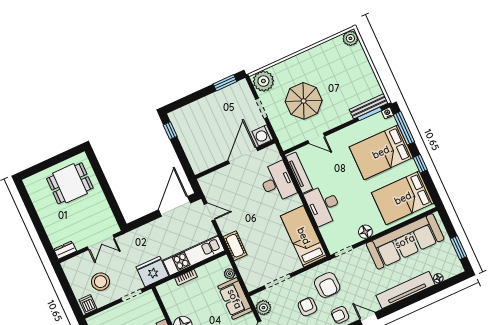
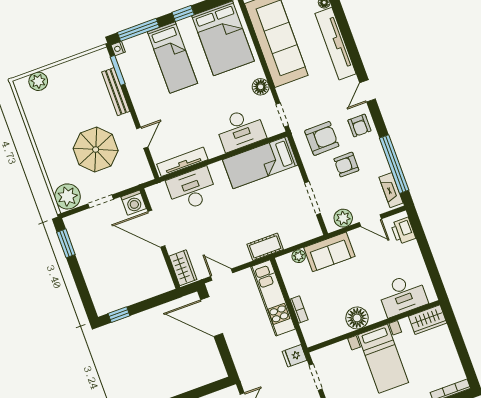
plant: (350, 38) -> (38, 81), moved
bench: (369, 106) -> (116, 92), moved
bed: (381, 152) -> (172, 58), width x0.67
wardrobe: (213, 180) -> (183, 268), added
desk: (323, 205) -> (240, 130), moved
door: (209, 212) -> (222, 275), hinge flipped
fridge: (152, 272) -> (294, 356), width x0.53, depth x0.75

